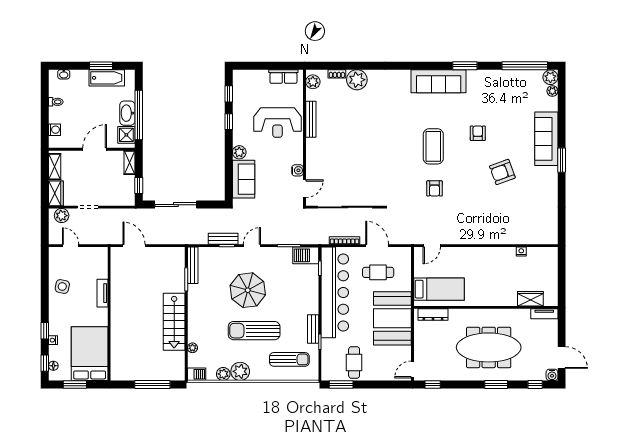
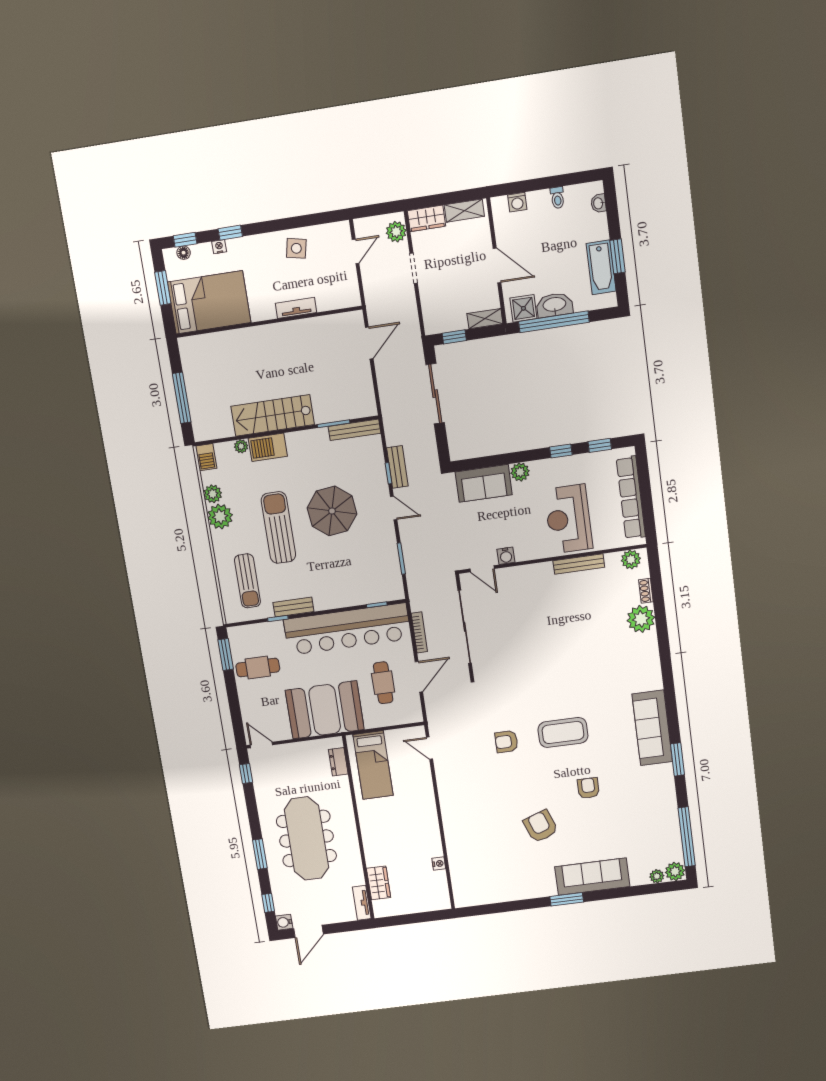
row of seats: (283, 76) -> (631, 498), width x2.02
armchair: (478, 133) -> (588, 788), turned -90
barbecue: (306, 255) -> (268, 447), moved, turned -90
dresser: (433, 314) -> (338, 762), width x0.70

